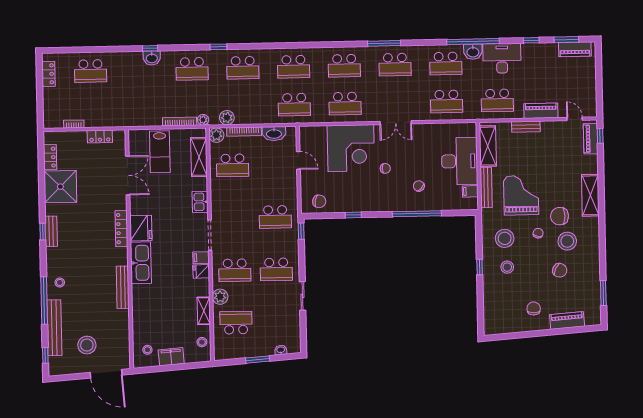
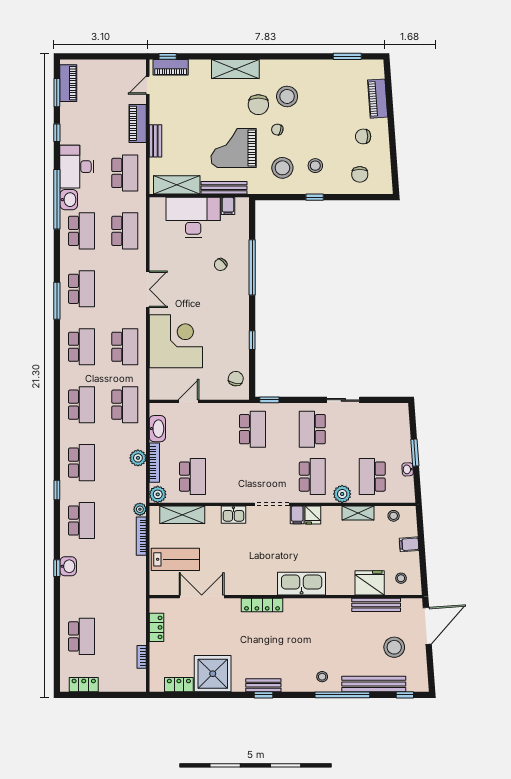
plant: (227, 118) -> (138, 458), moved
chair: (385, 168) -> (200, 302), removed
fridge: (141, 228) -> (370, 583), moved
school desk: (276, 269) -> (312, 429), turned 180
chair: (560, 270) -> (360, 174), moved, turned 153
bench: (123, 287) -> (376, 605), moved
washbasin: (281, 350) -> (408, 469), moved
filing cabinet: (171, 357) -> (409, 544), width x0.50

